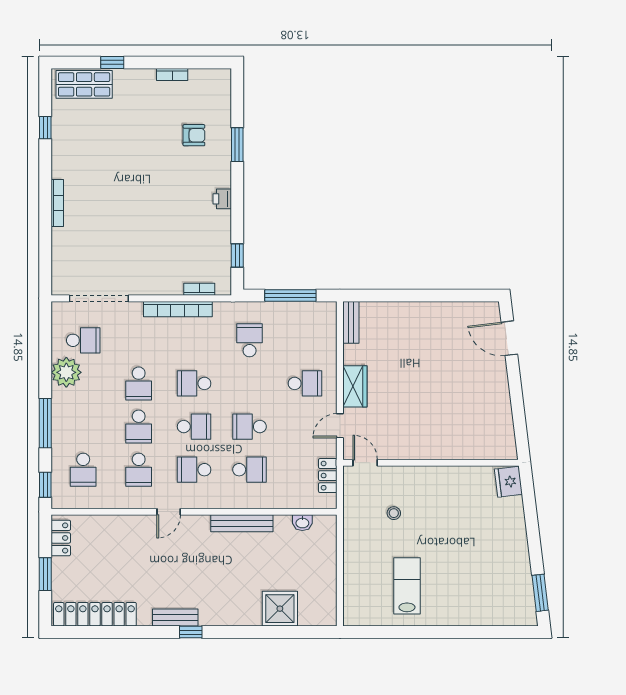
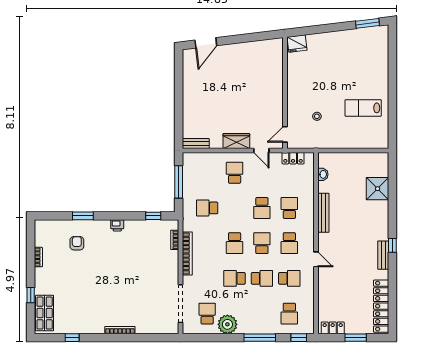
school desk: (139, 383) -> (235, 278), turned 180
school desk: (83, 470) -> (289, 314), turned 90

